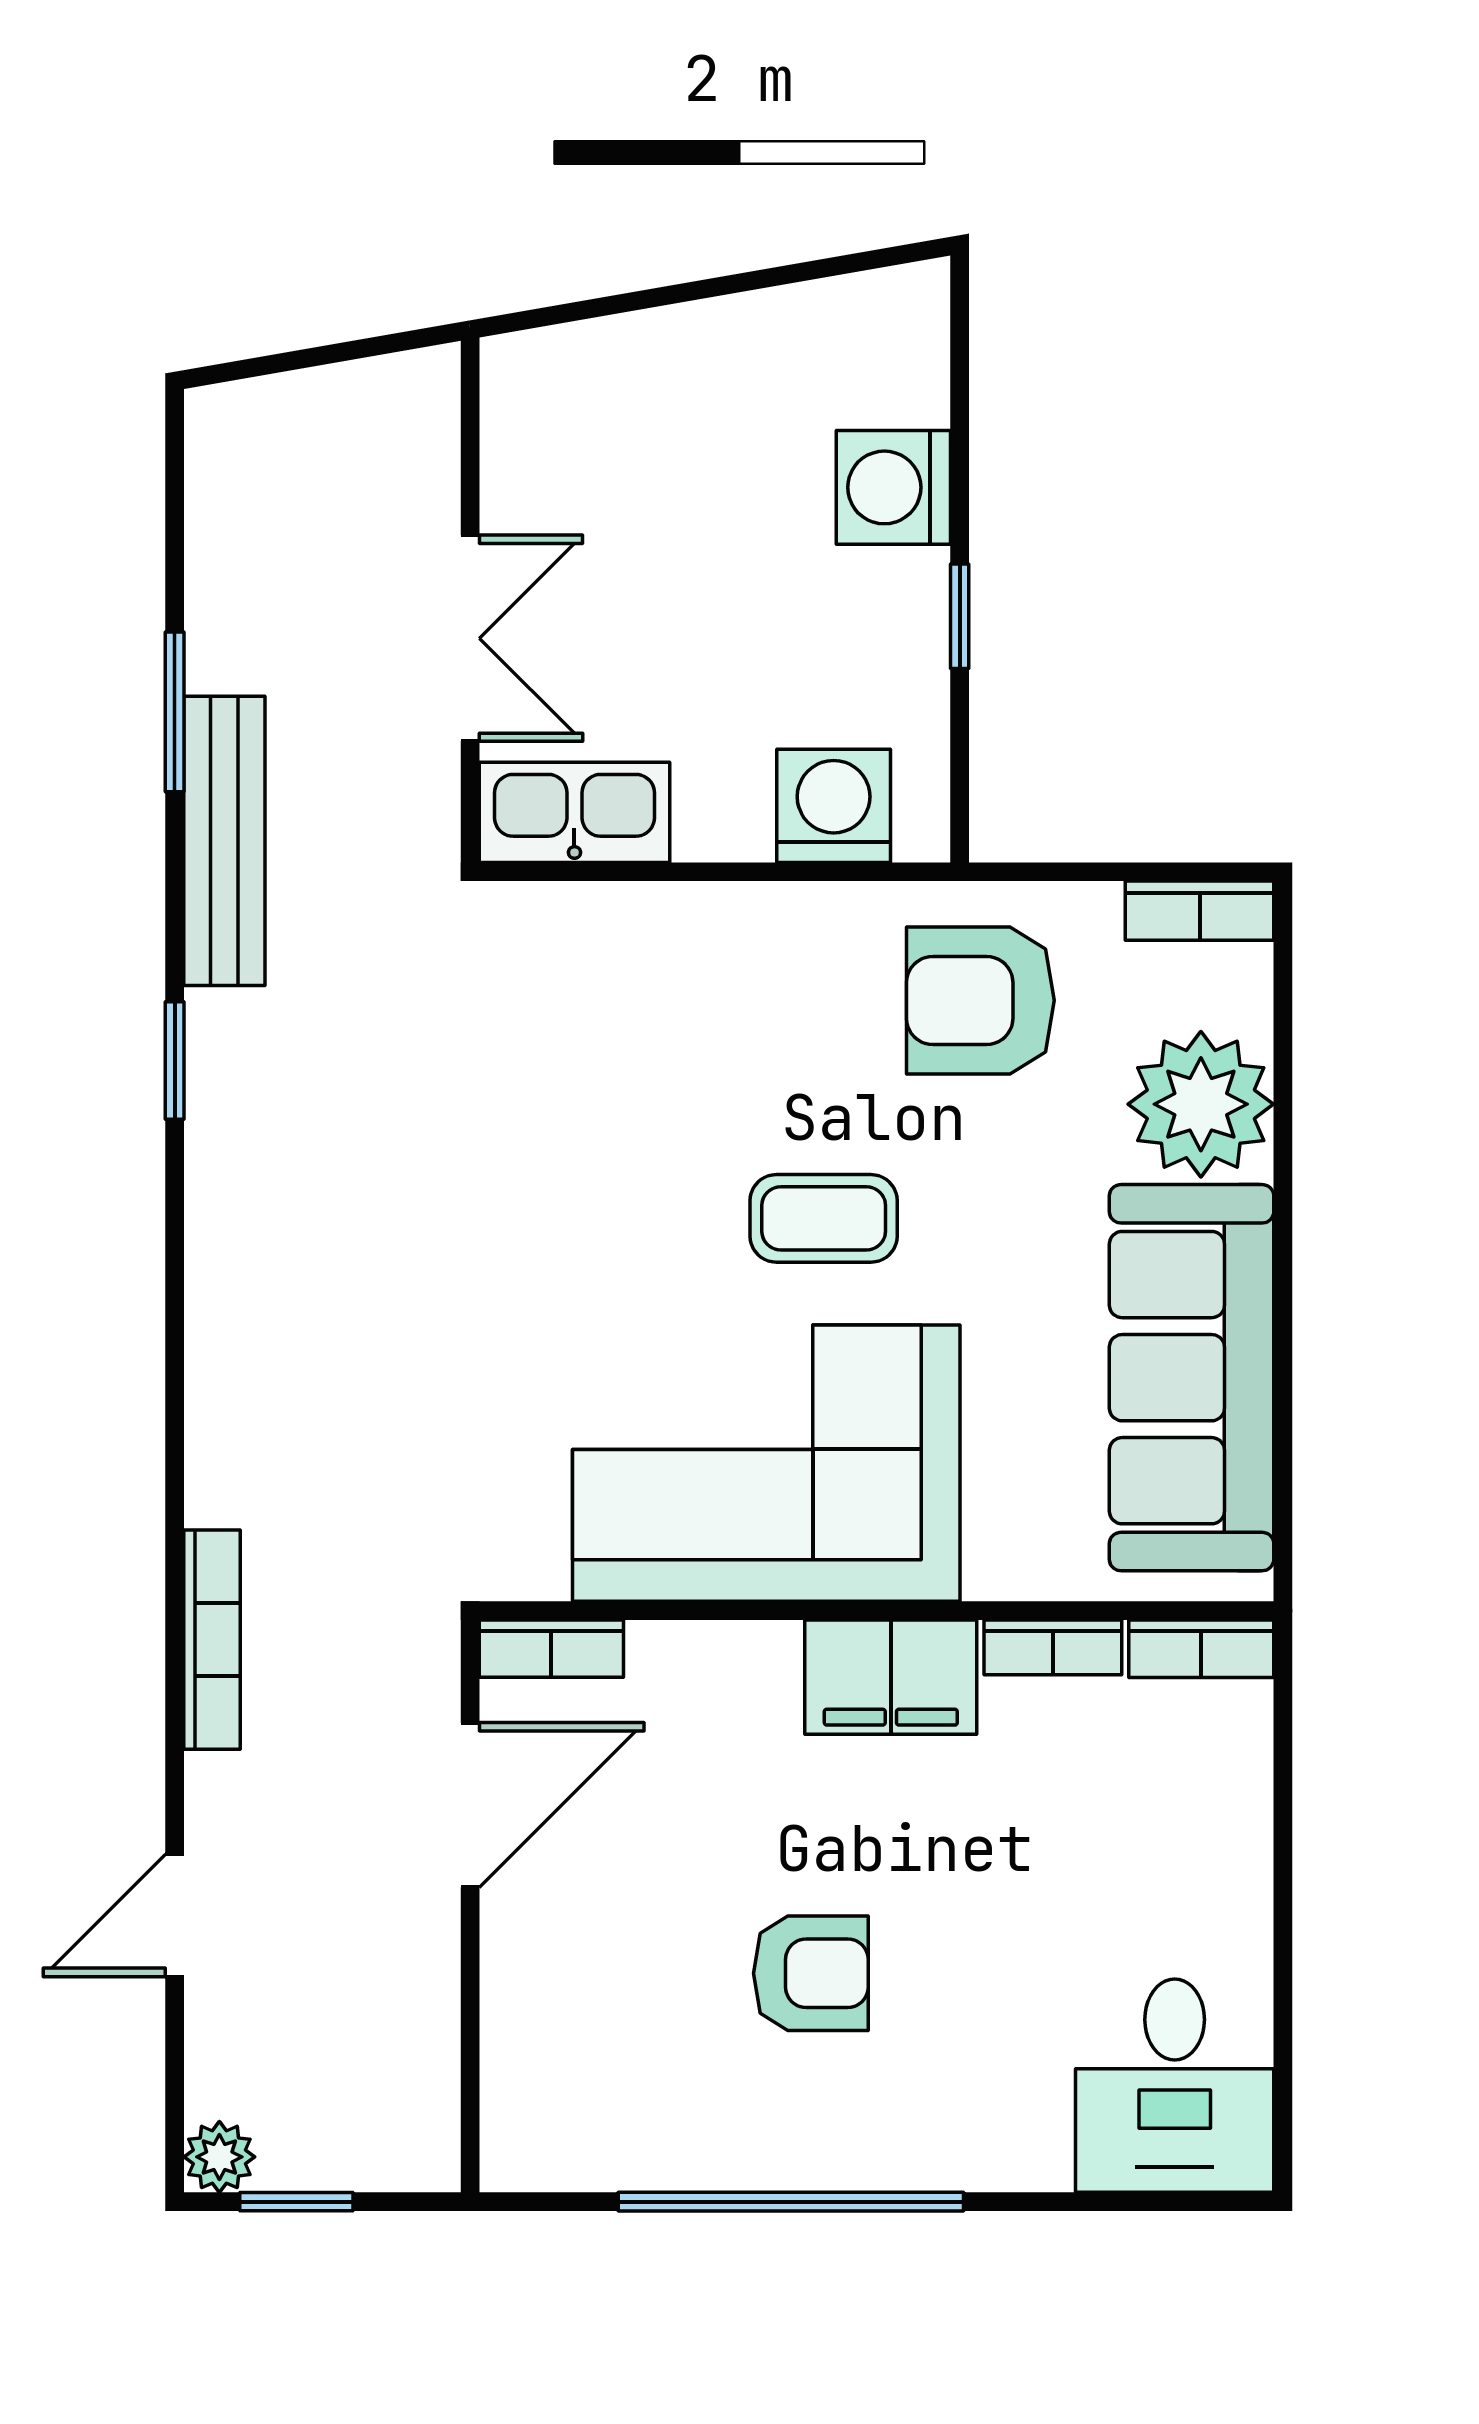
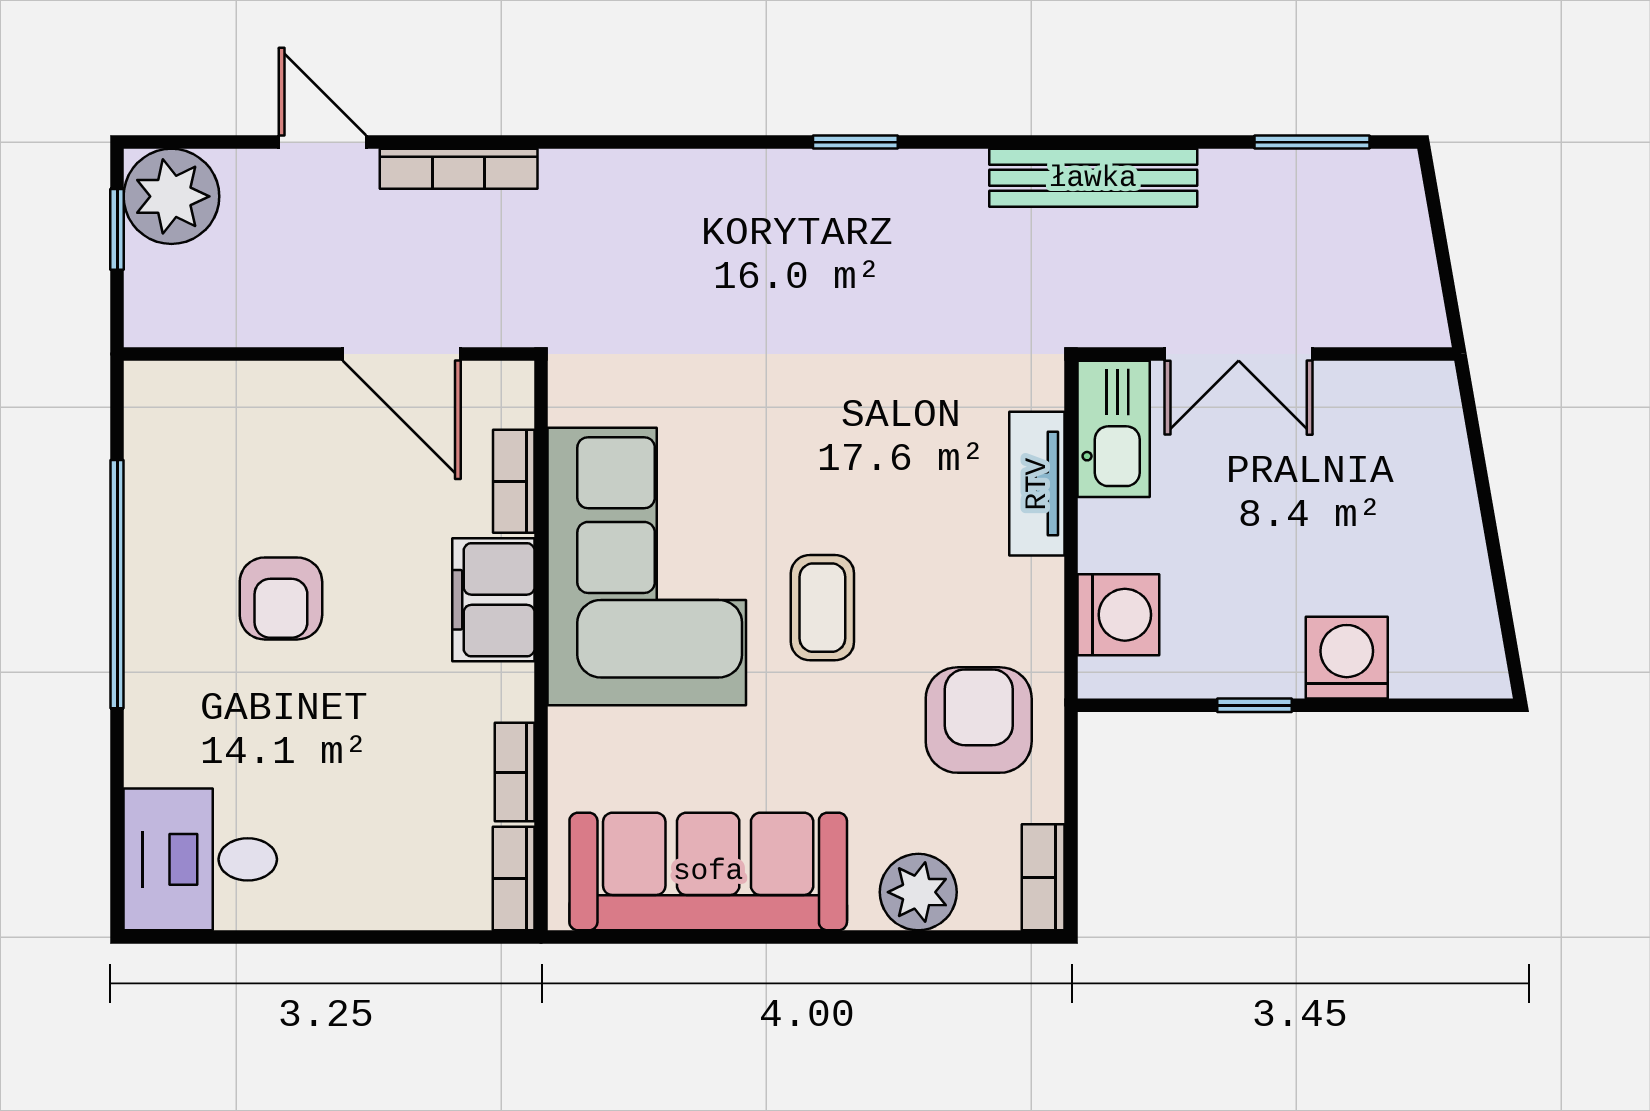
window: (175, 712) -> (1312, 142), moved
tv unit: (651, 919) -> (1037, 484), added
window: (175, 1060) -> (855, 142), moved
plant: (1201, 1104) -> (918, 892), width x0.73, depth x0.73
bookcase: (212, 1640) -> (459, 169), moved
bookcase: (551, 1649) -> (514, 481), moved
filing cabinet: (891, 1677) -> (493, 600), moved
plant: (219, 2157) -> (171, 196), width x1.87, depth x1.87

